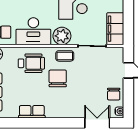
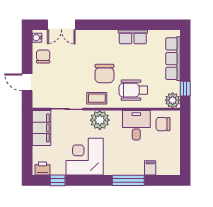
desk: (33, 31) -> (136, 125), width x0.73

